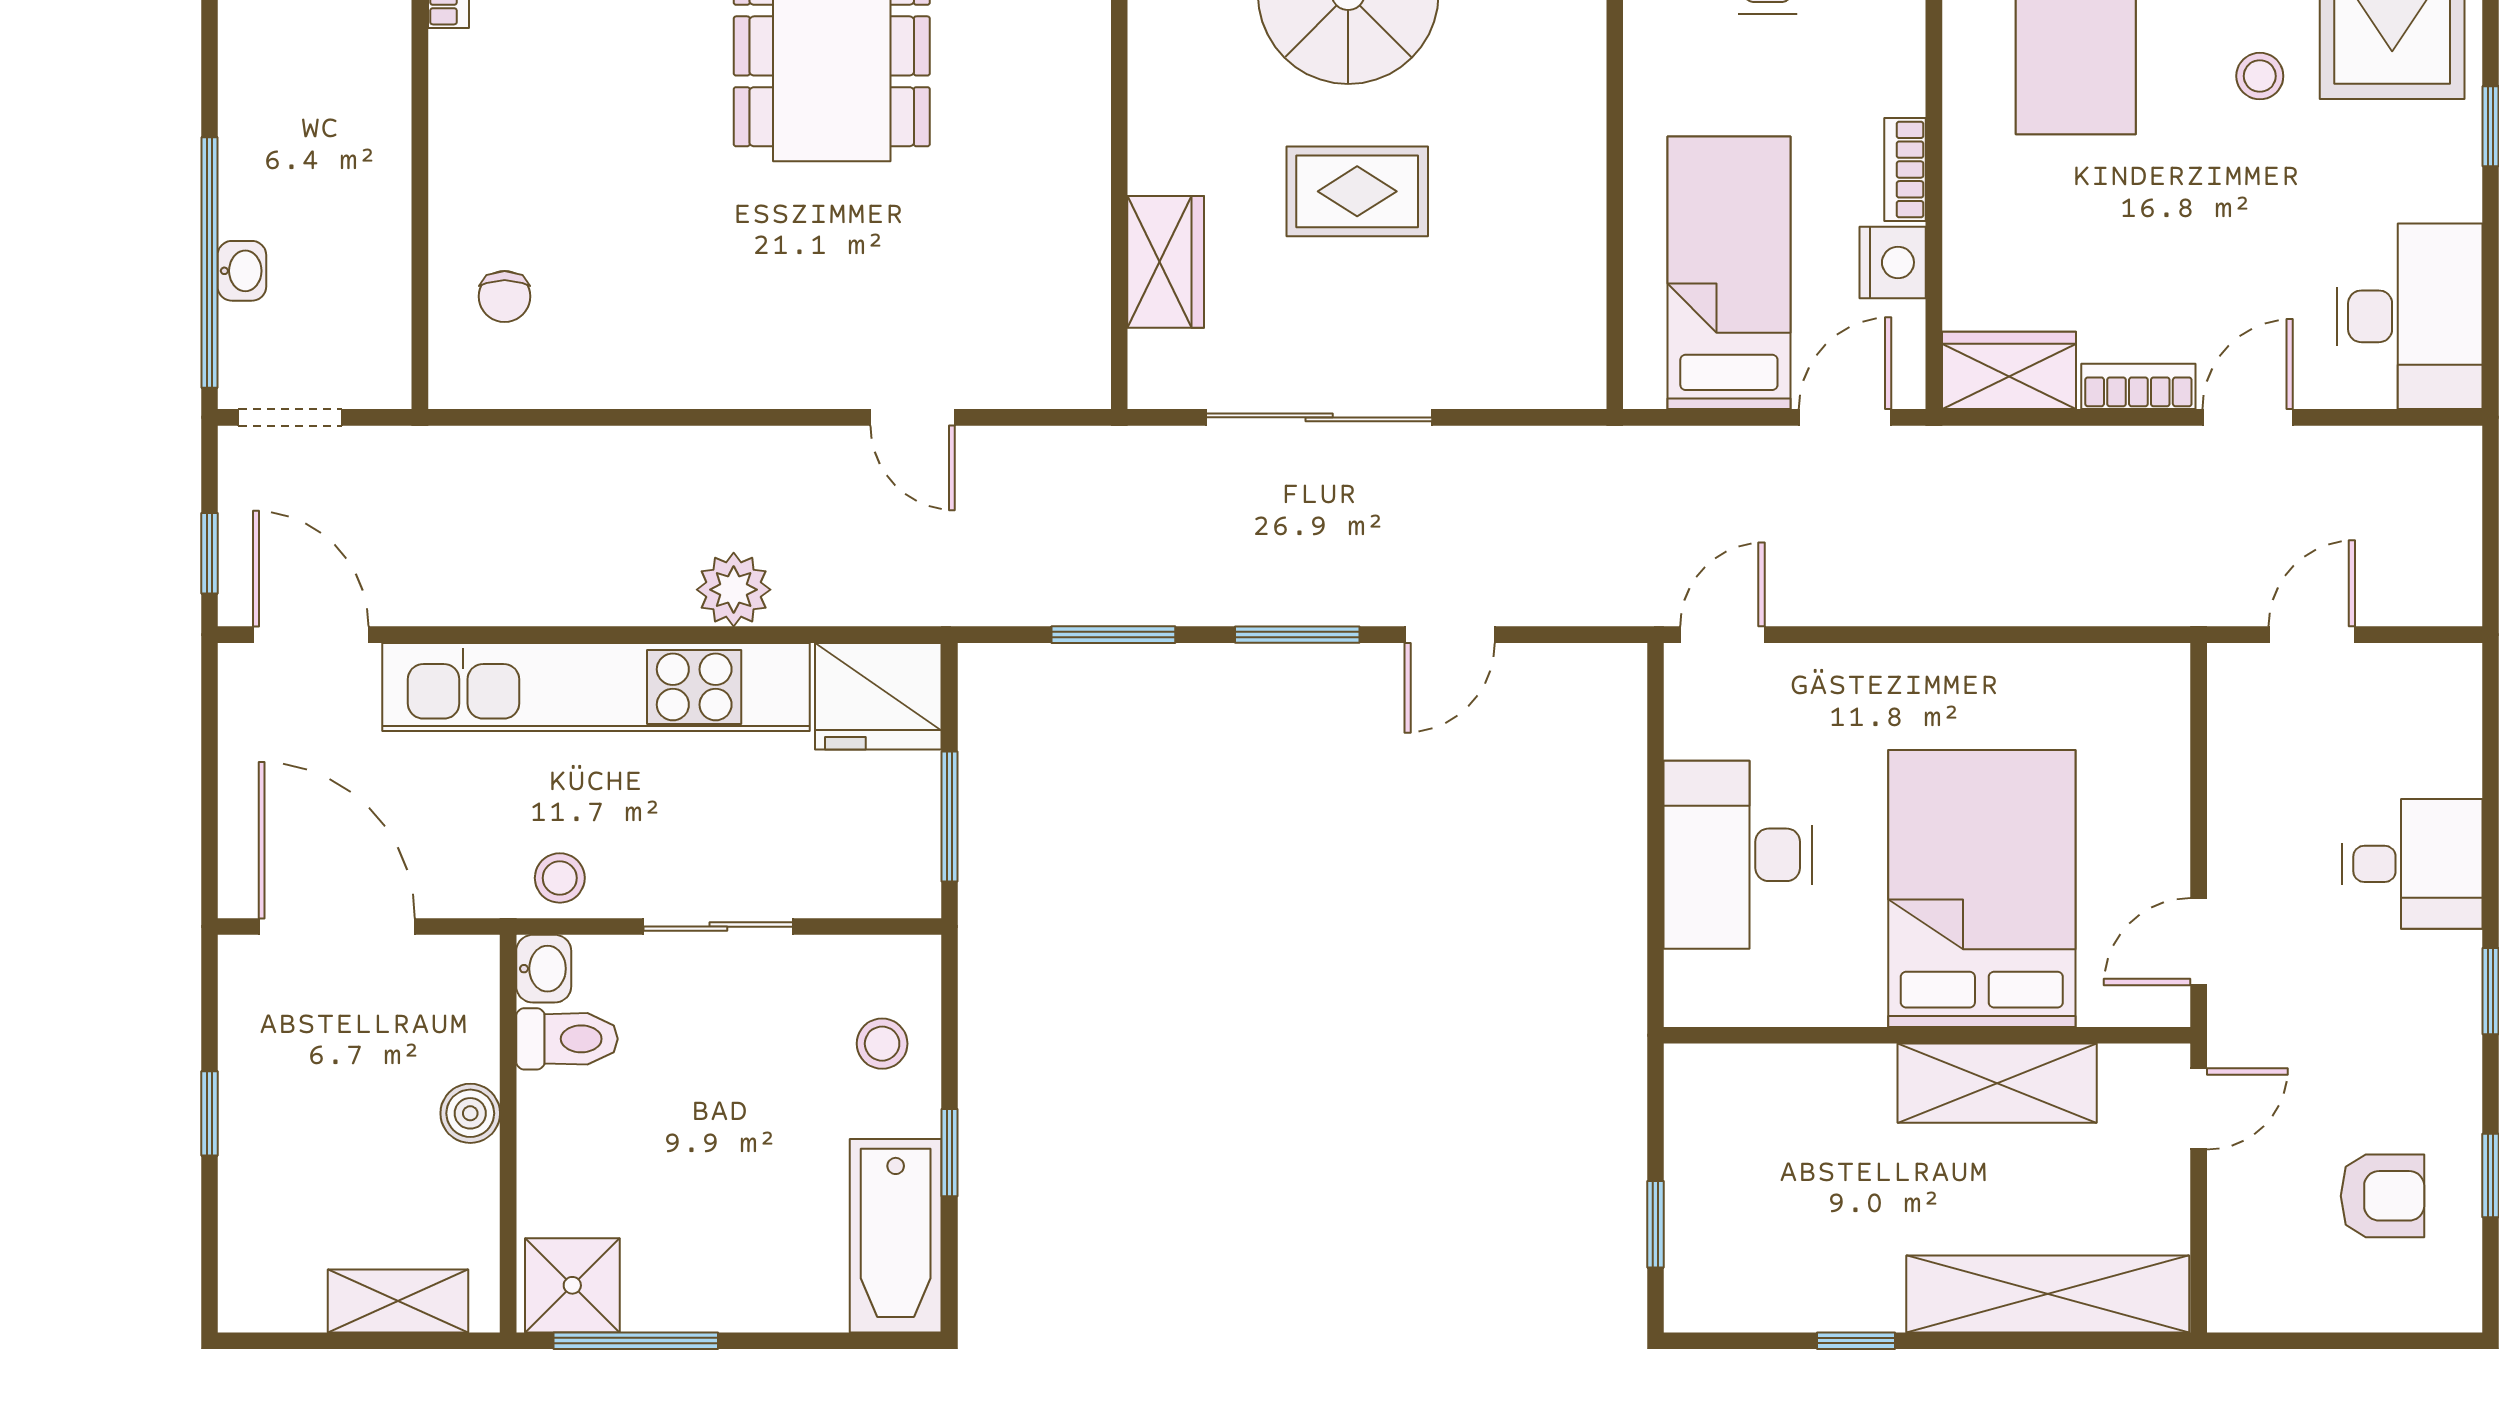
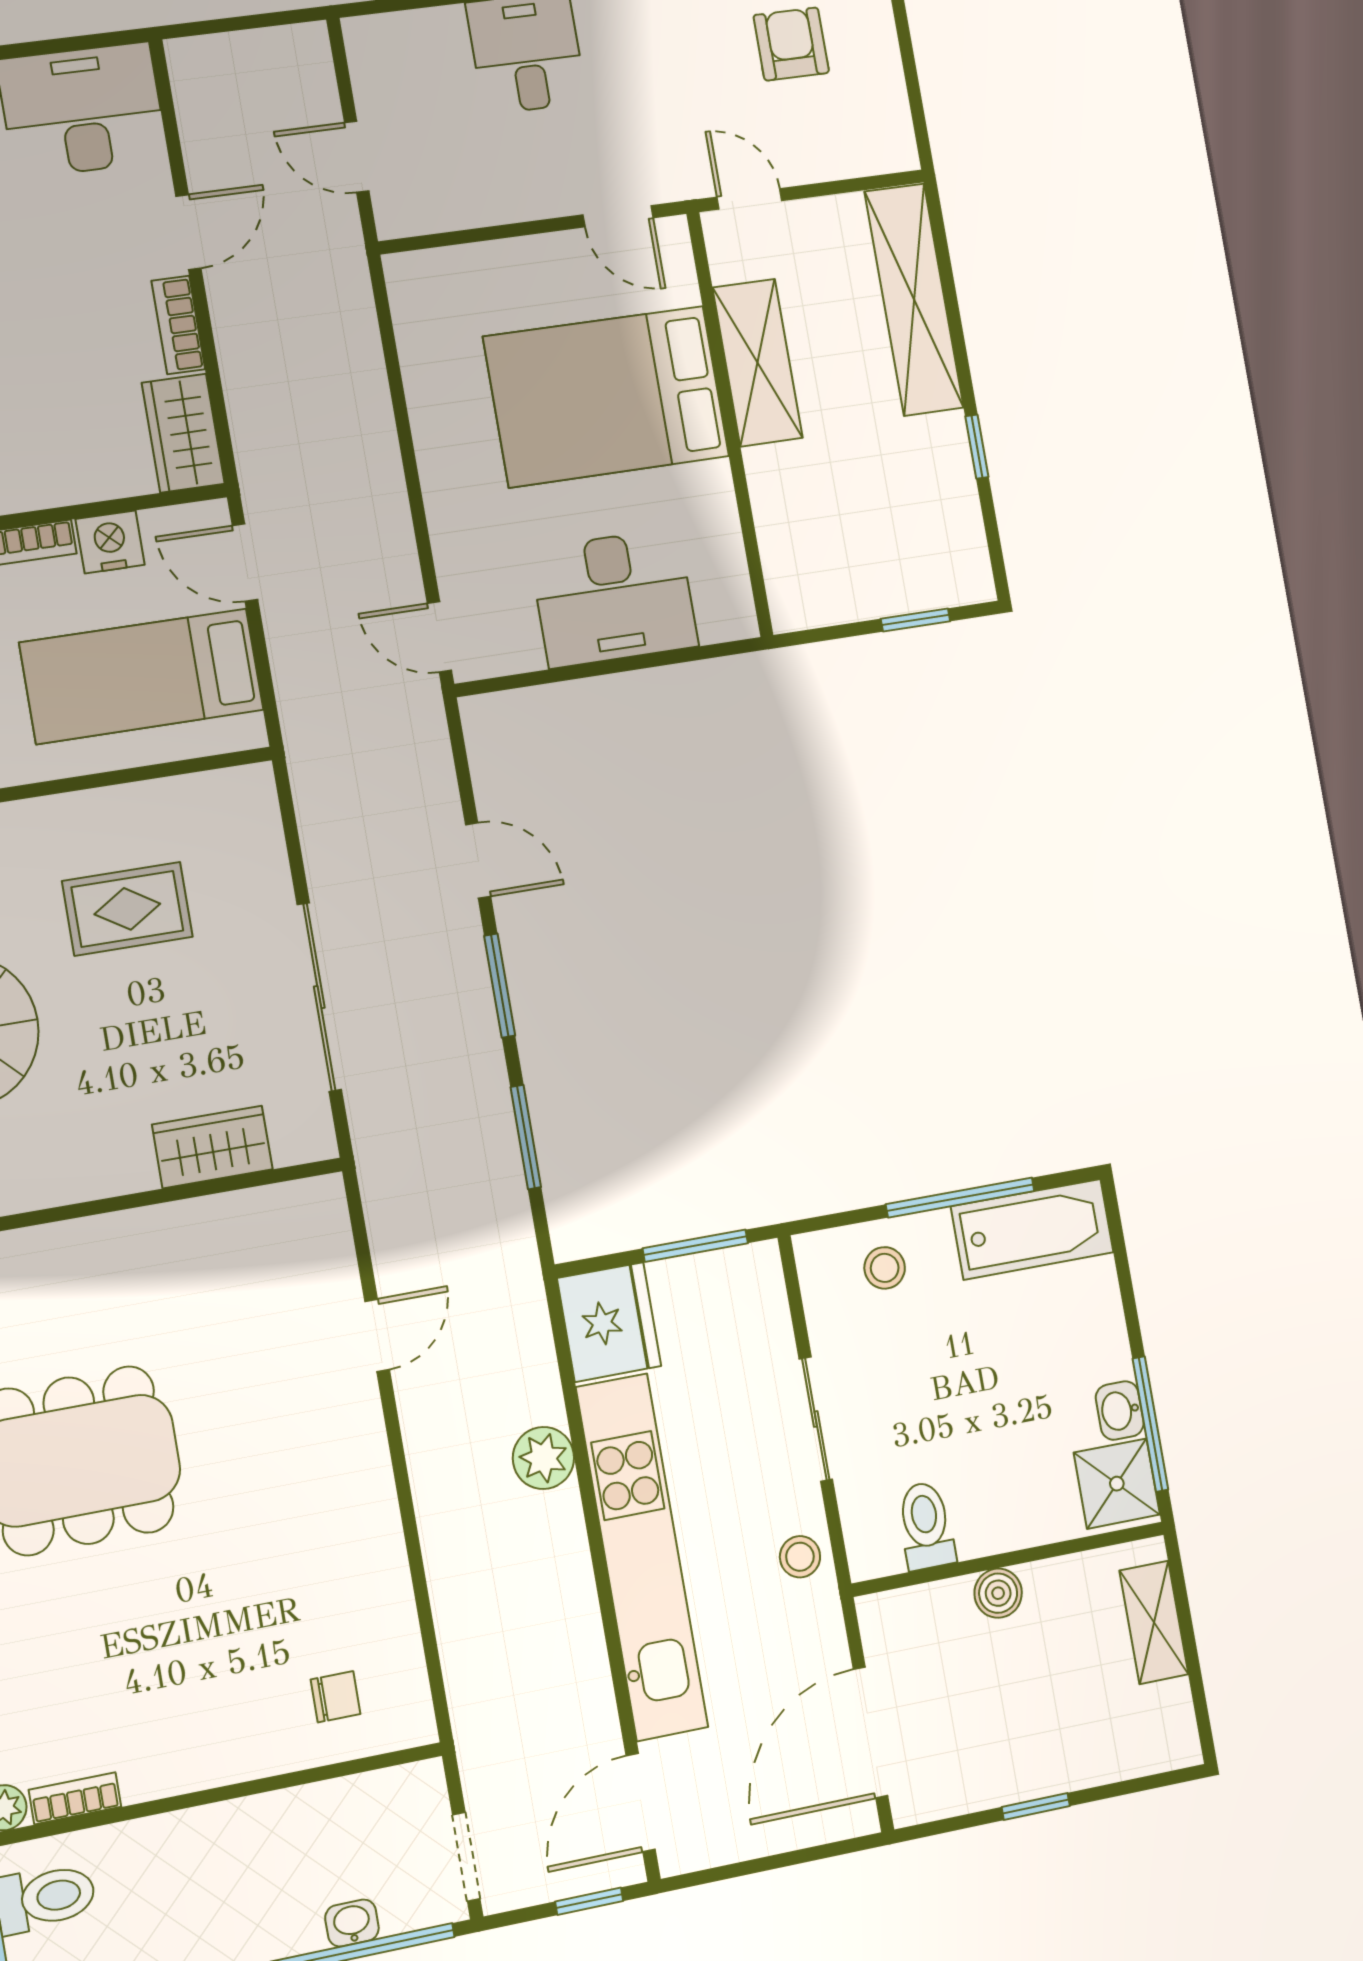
rug: (1357, 191) -> (127, 909), moved, turned 90
door: (2248, 417) -> (188, 232), swing flipped
washbasin: (544, 969) -> (1120, 1411), moved, turned -90
window: (949, 1153) -> (960, 1198), width x2.17

